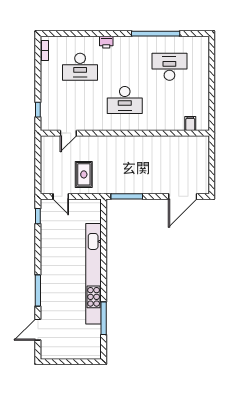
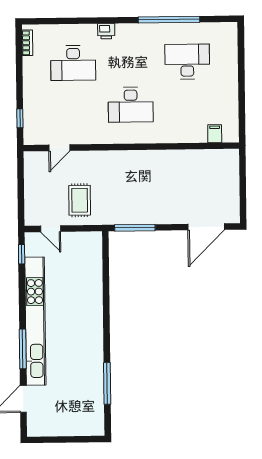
kitchen unit: (94, 274) -> (35, 321), moved, turned 180

